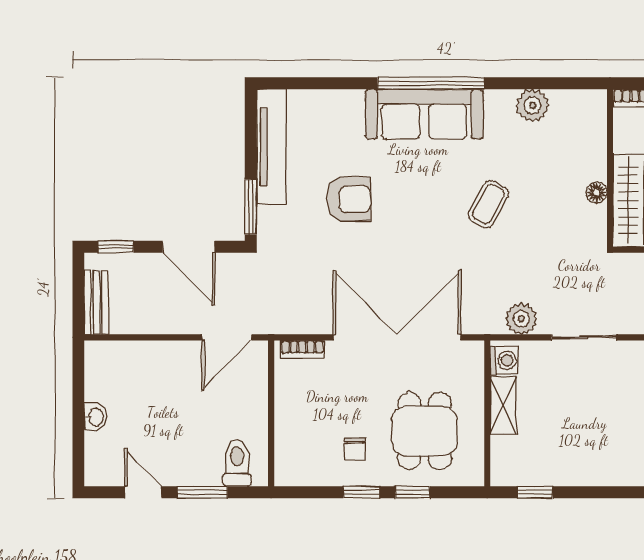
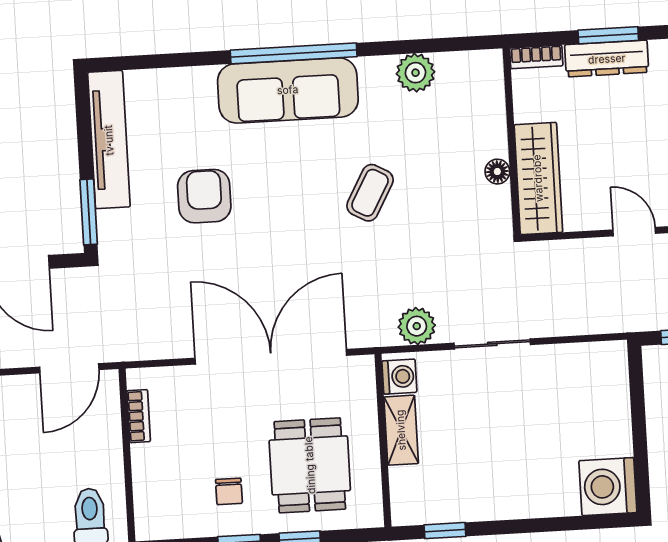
armchair: (349, 199) -> (204, 196), turned -90
bookcase: (302, 349) -> (139, 416), moved, turned -90

